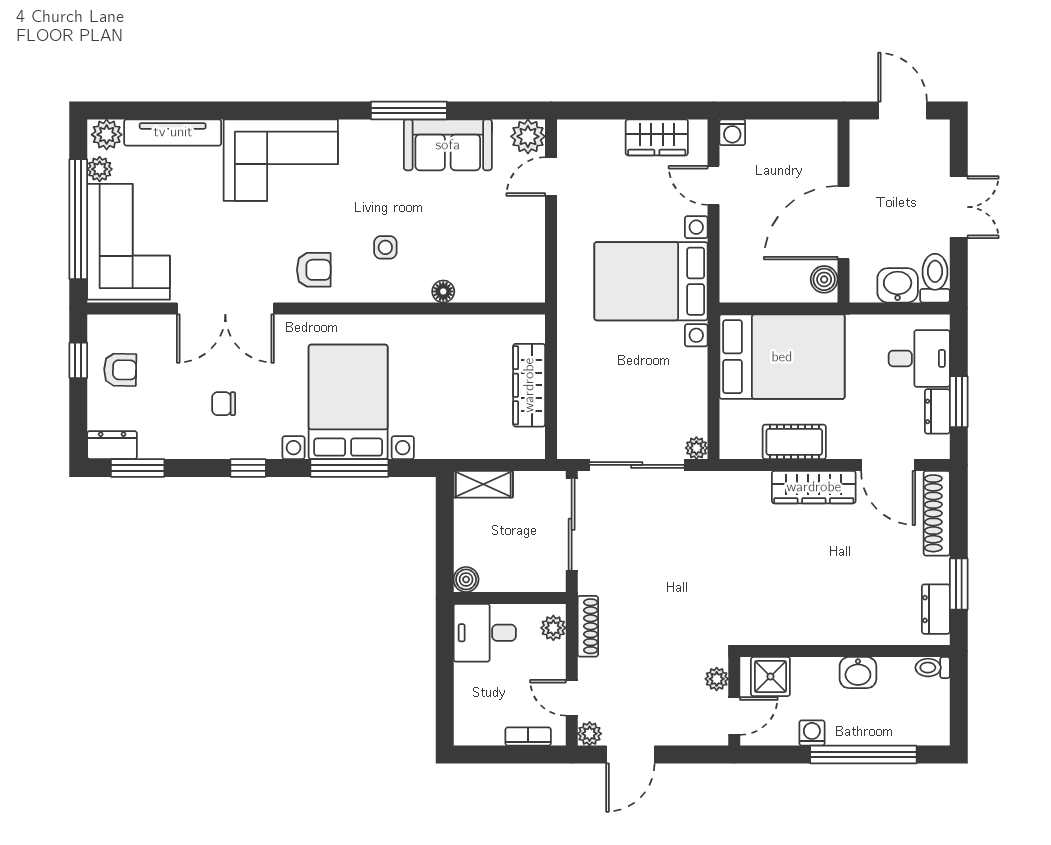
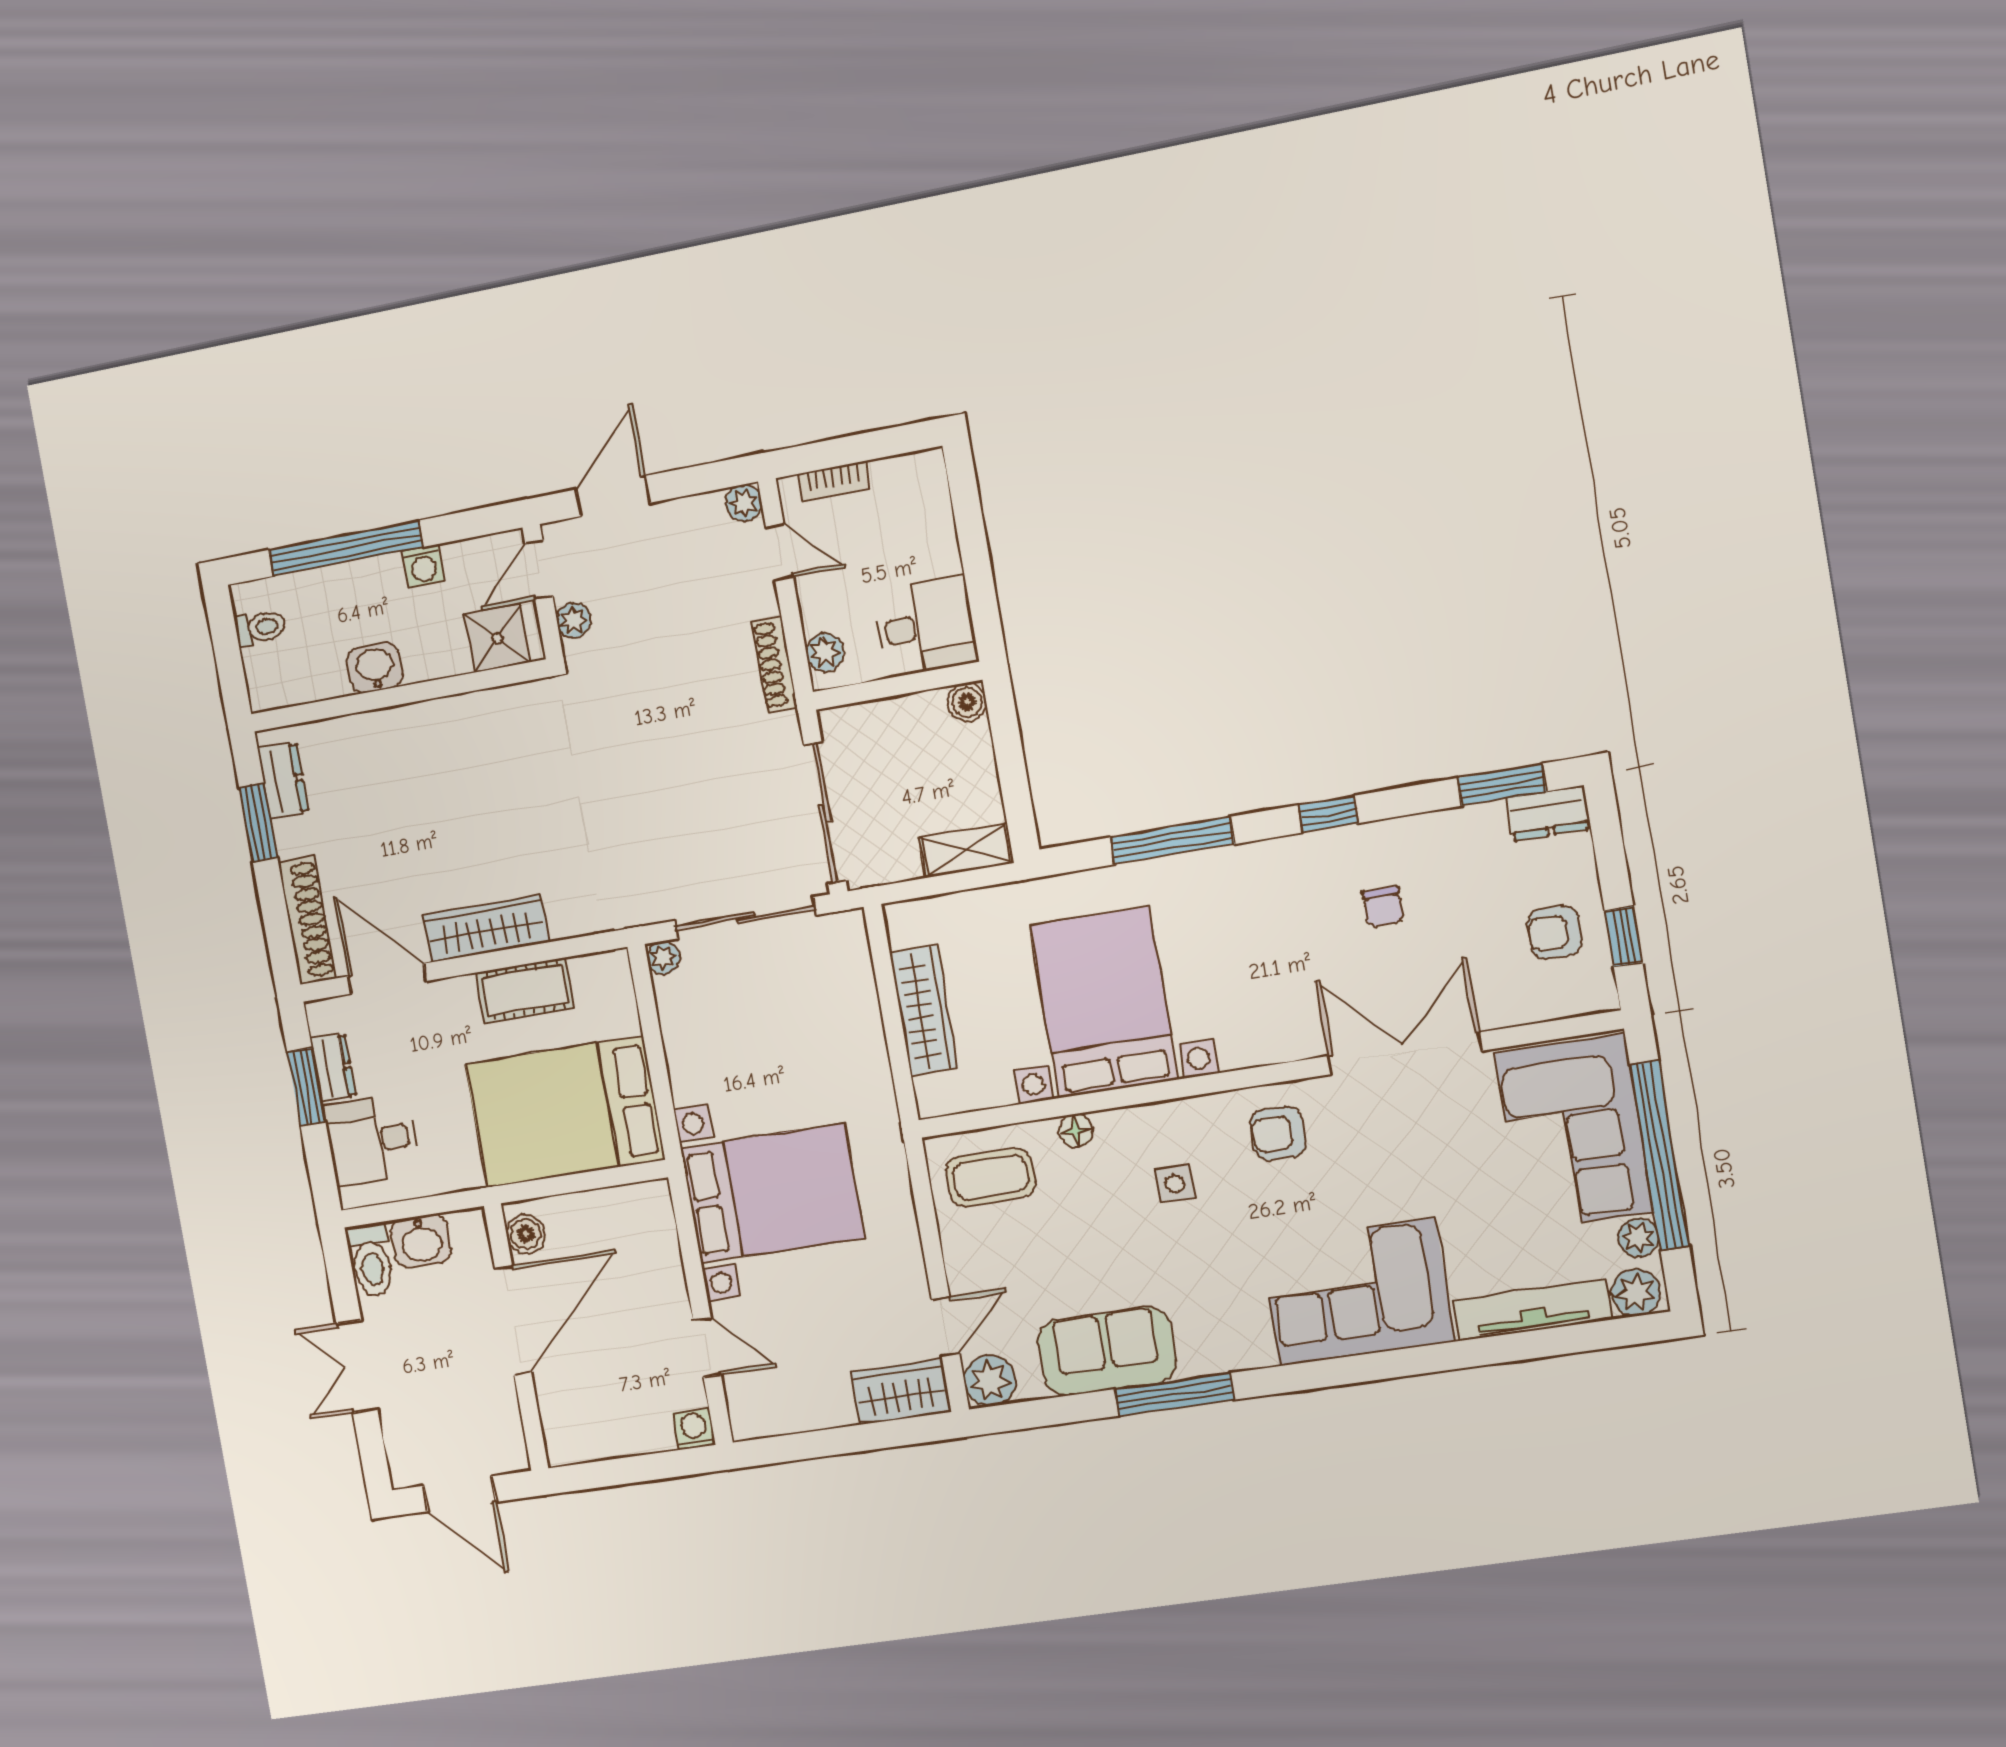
wardrobe: (657, 137) -> (901, 1392), moved
coffee table: (504, 270) -> (991, 1177), added
bed with nightstands: (348, 402) -> (1104, 1002), moved, turned 180
chair: (224, 404) -> (1383, 907), turned 90
toilet: (933, 668) -> (260, 628), moved
door: (630, 754) -> (613, 496), moved

